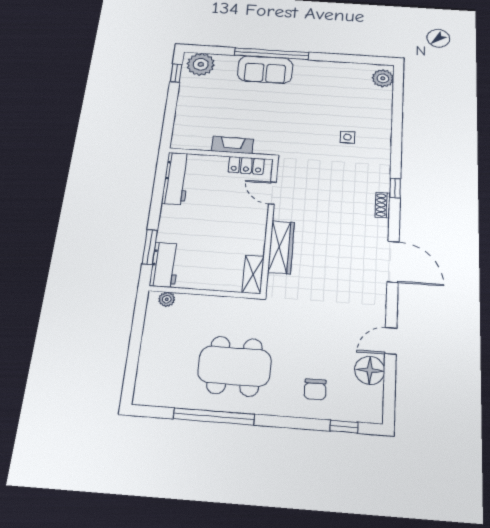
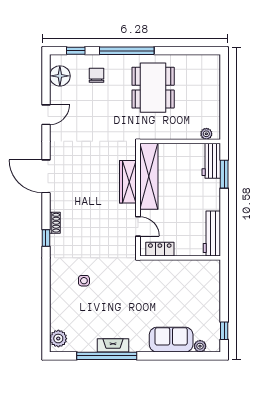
window: (272, 54) -> (107, 356), moved
plant: (201, 64) -> (200, 346), width x0.53, depth x0.53
sofa: (265, 70) -> (171, 340), moved
fireplace: (232, 145) -> (113, 345), moved, turned 180
shelving: (253, 274) -> (149, 176), width x2.20, depth x1.33
dining table: (235, 366) -> (153, 88), turned 90
floor lamp: (370, 370) -> (60, 76), moved
window: (214, 416) -> (127, 51), moved

